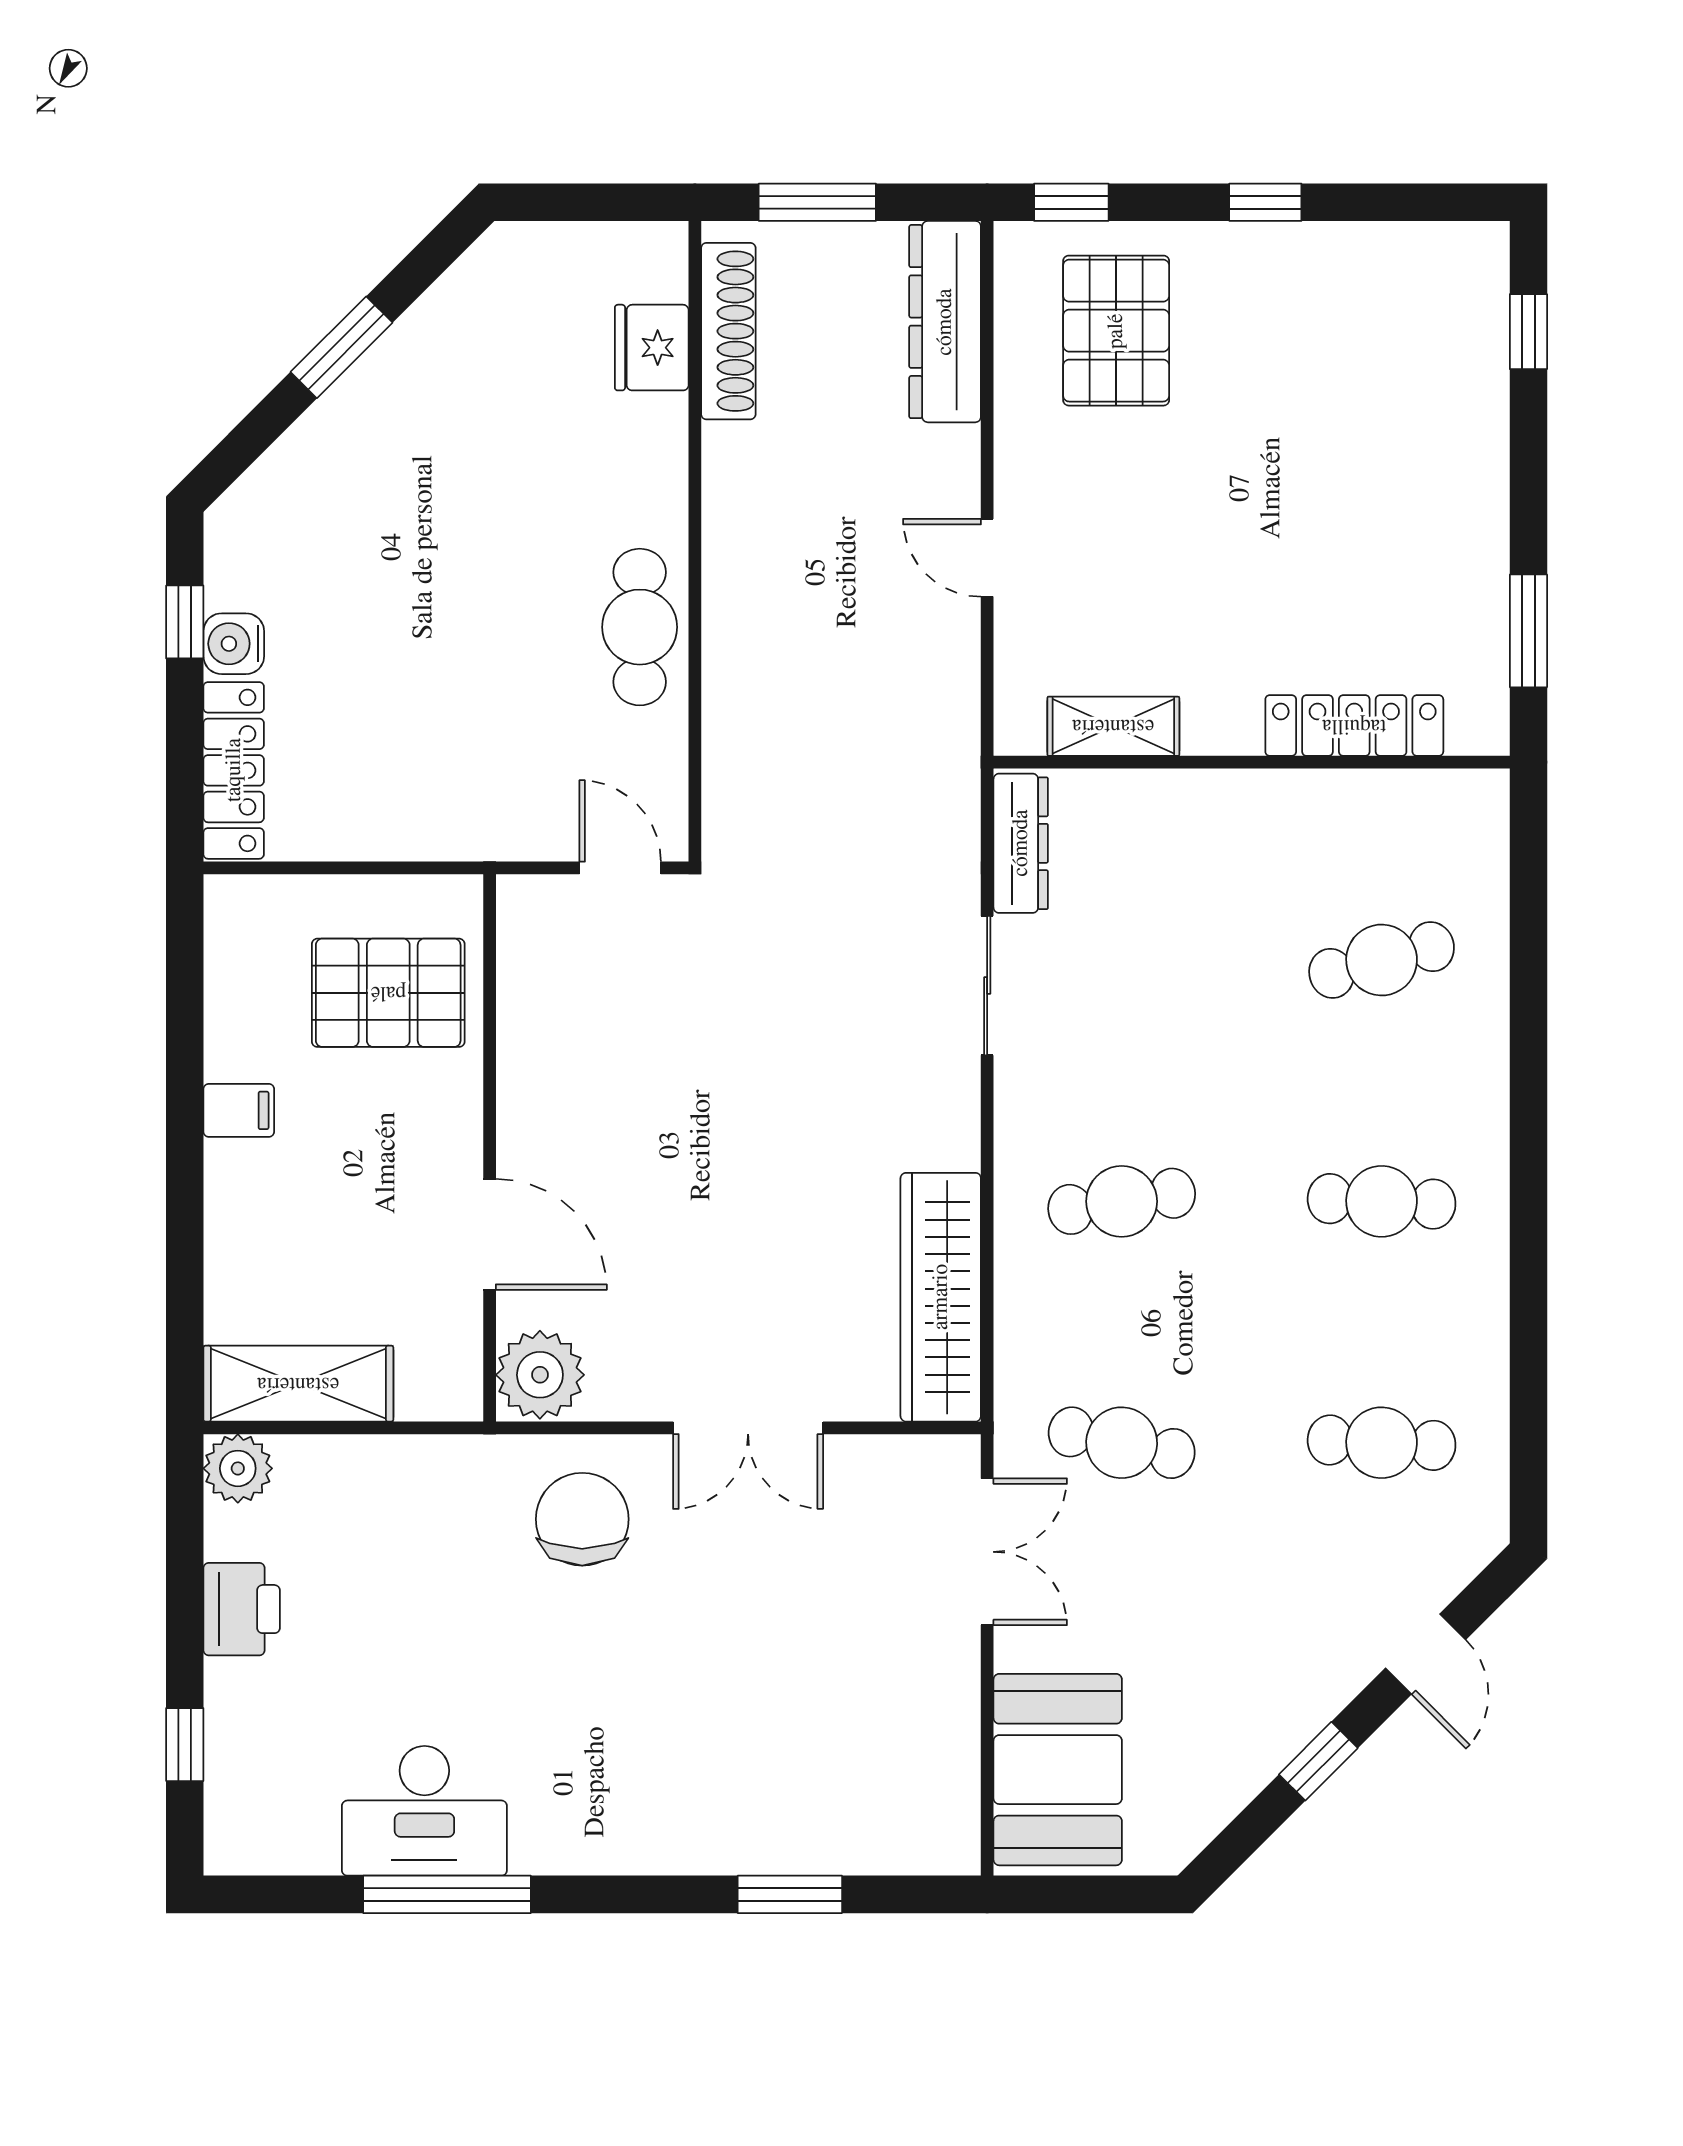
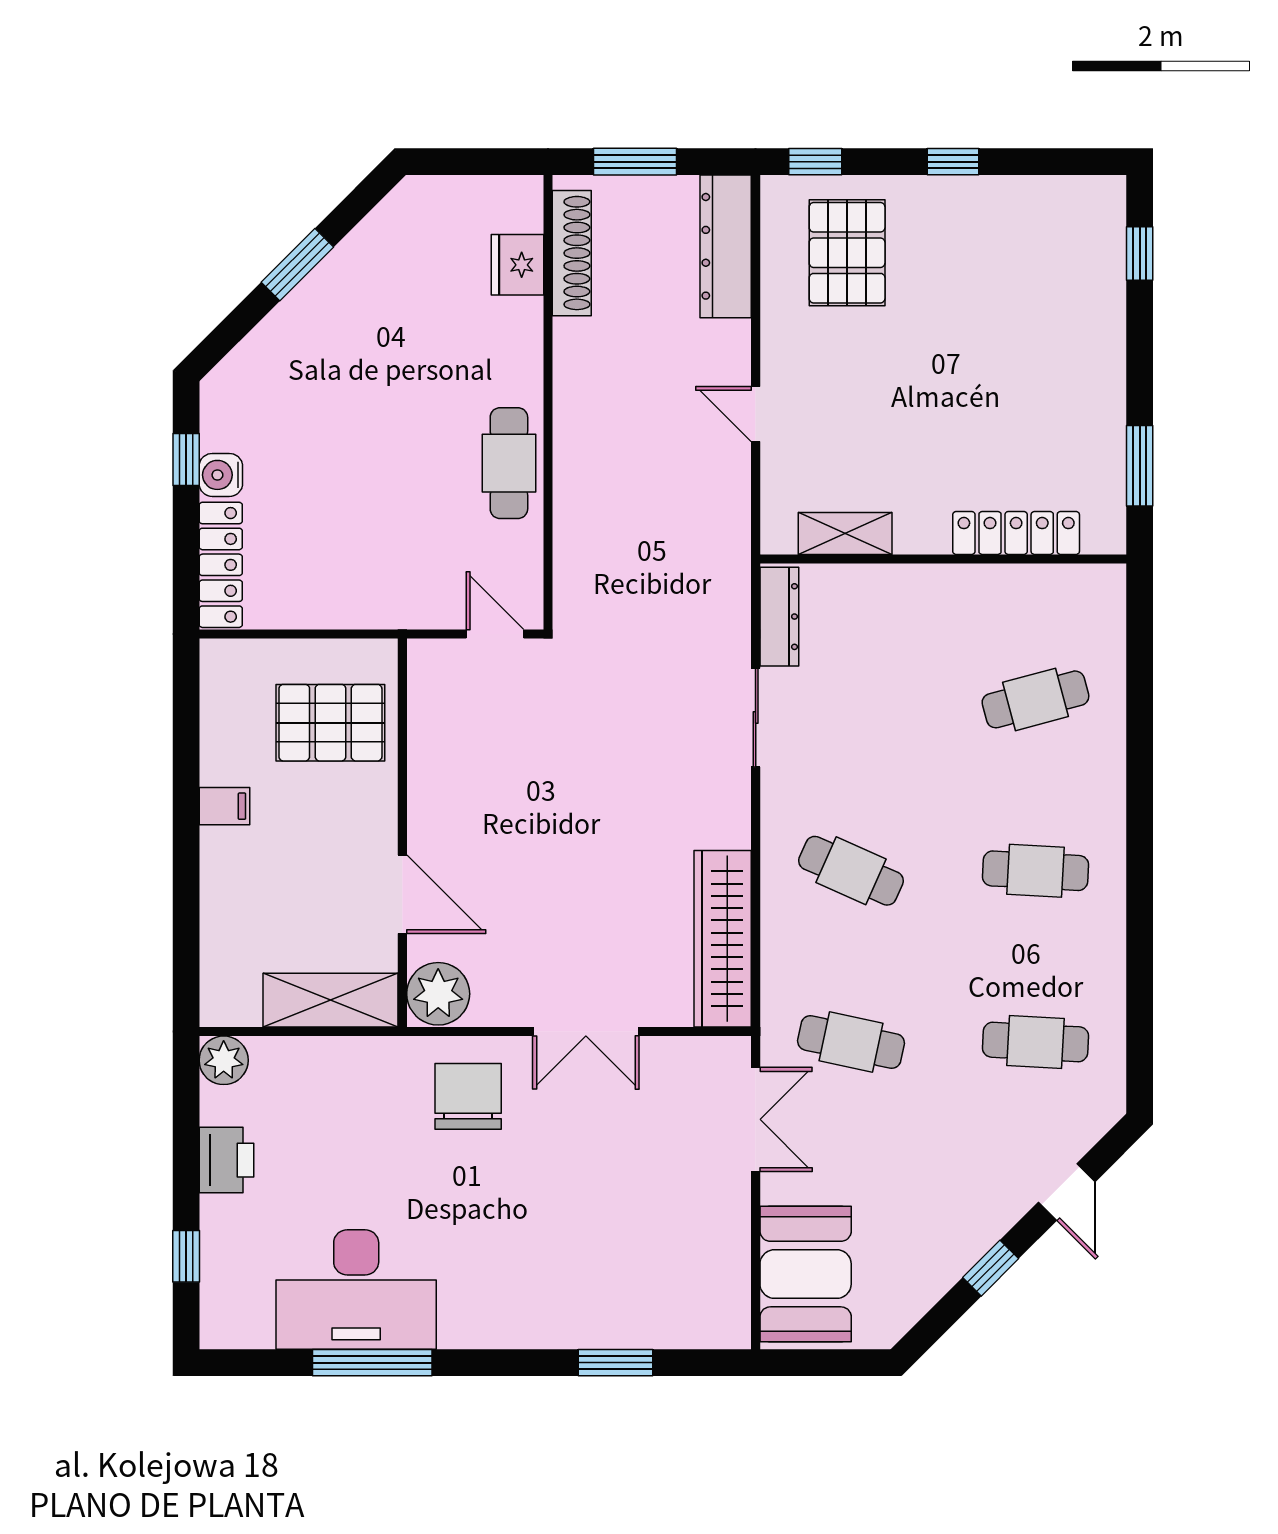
cafe table: (1122, 1201) -> (851, 871), turned 33
shelving: (298, 1384) -> (331, 1000), moved
desk: (424, 1811) -> (356, 1289), width x1.36, depth x1.30

